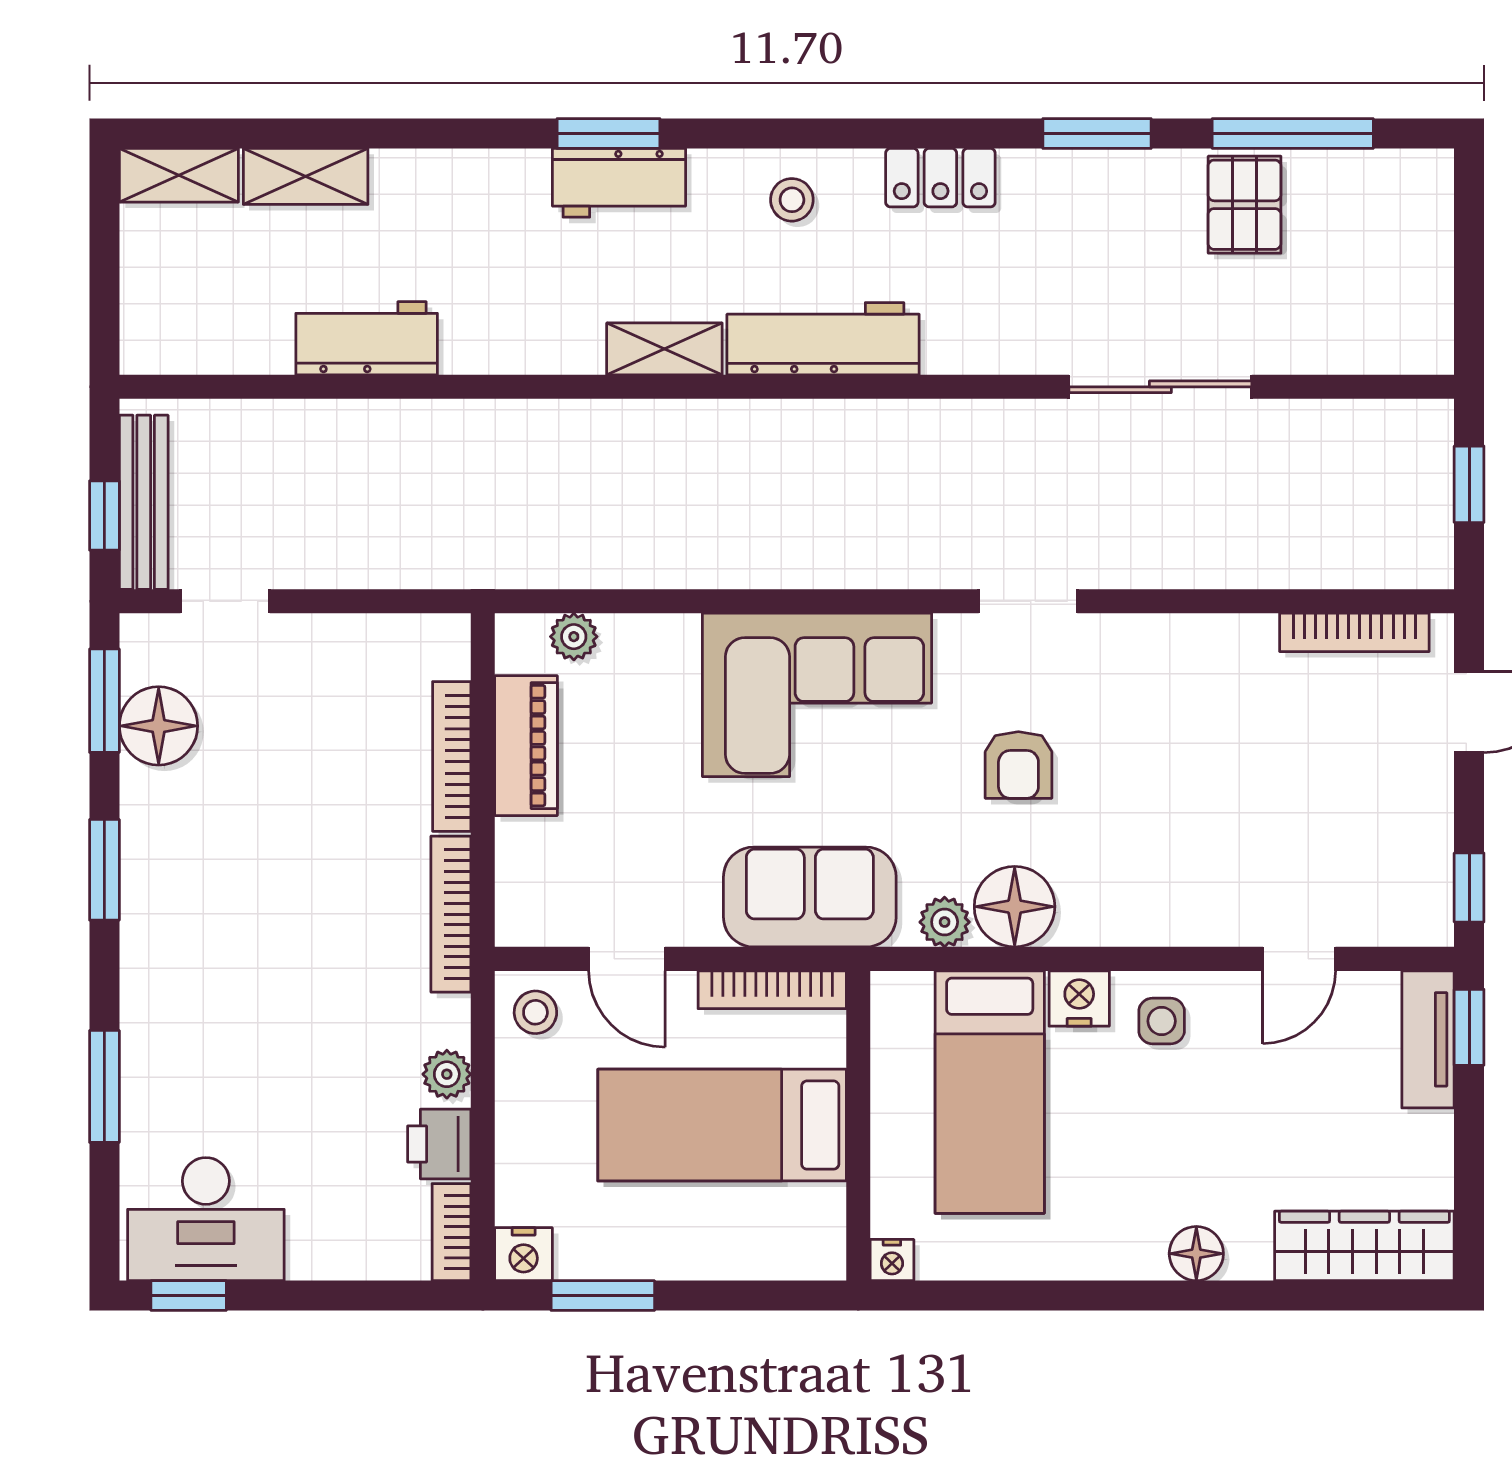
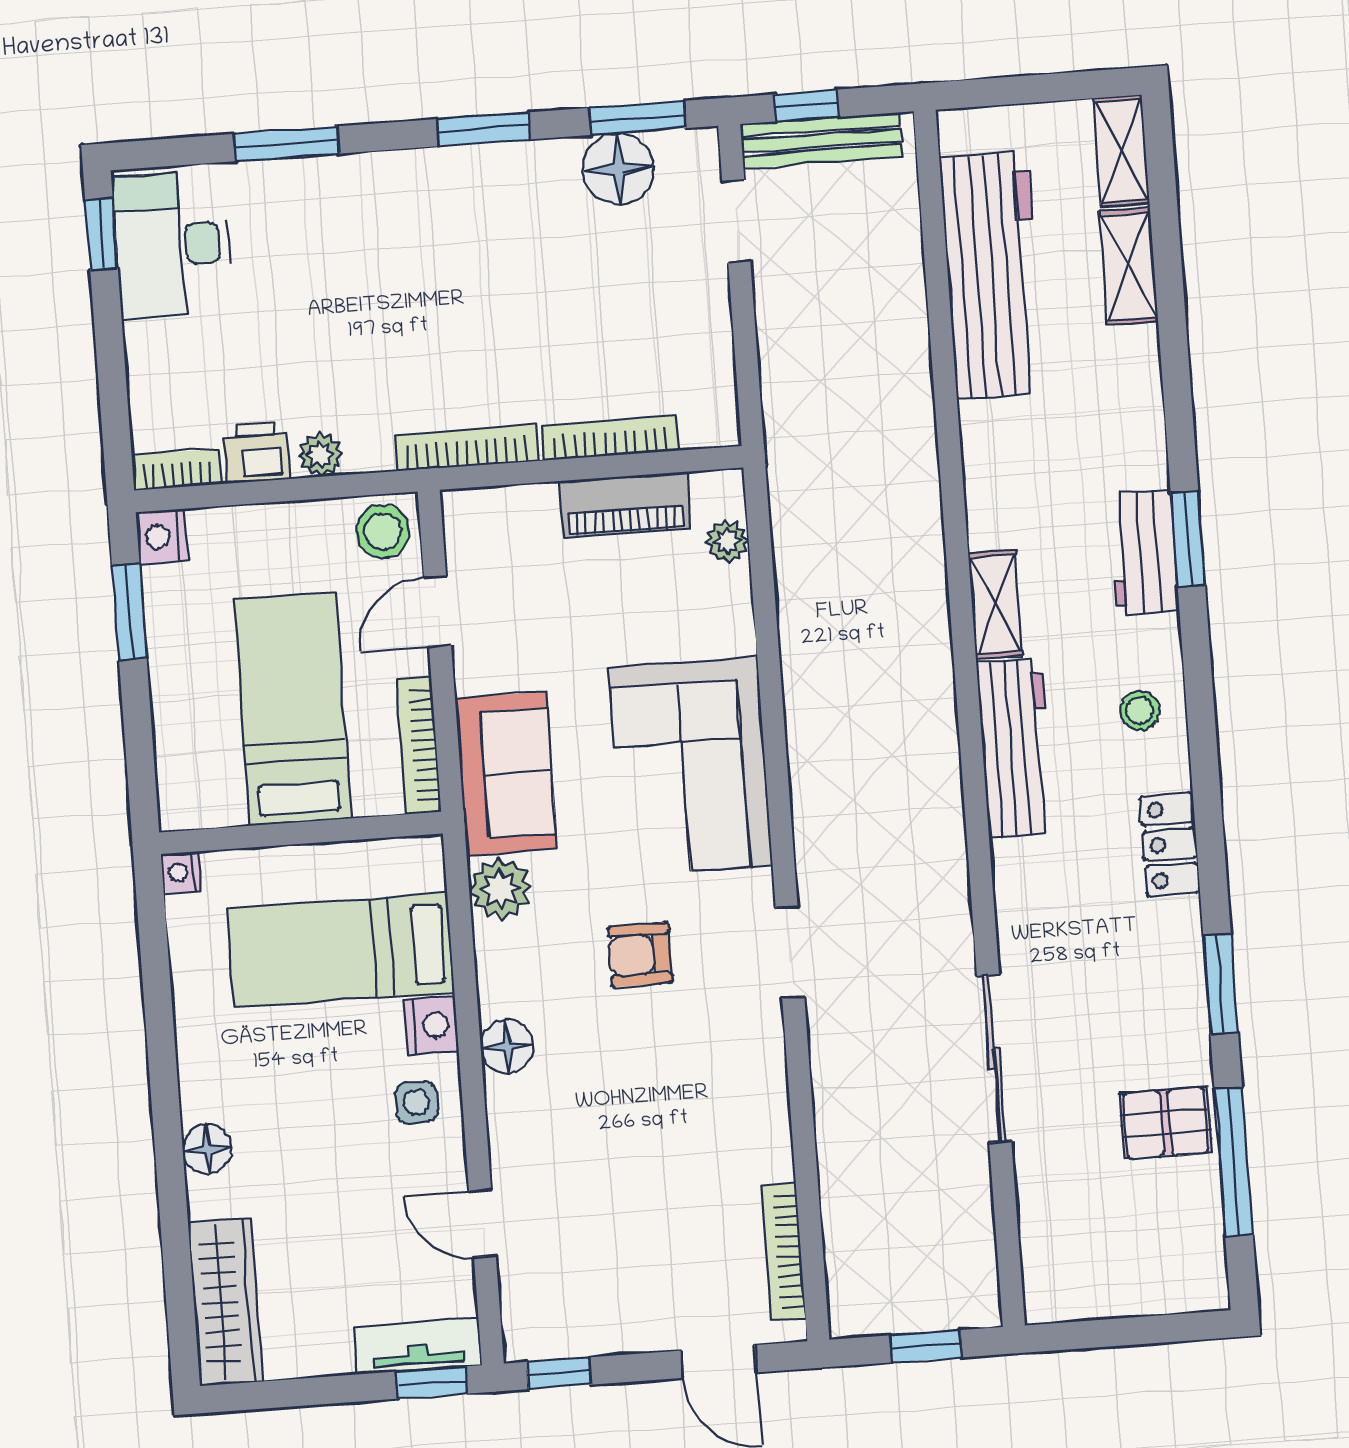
workbench: (367, 338) -> (992, 275), width x1.88, depth x1.32
floor lamp: (1015, 907) -> (507, 1046), moved, width x0.73, depth x0.73
plant: (945, 922) -> (500, 889), width x1.38, depth x1.38
stool: (535, 1012) -> (383, 531), width x1.37, depth x1.37

